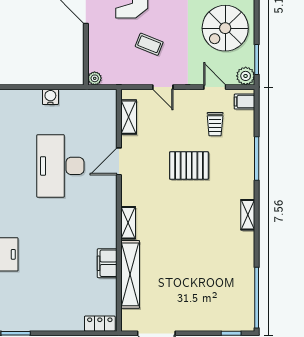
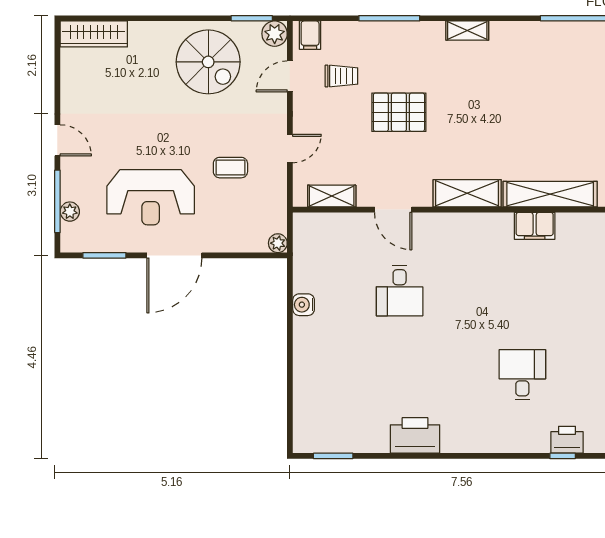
coffee table: (149, 44) -> (230, 168), turned 68
desk: (60, 166) -> (400, 291), width x0.53, depth x0.77
pallet: (189, 166) -> (399, 112), turned 90
shelving: (128, 223) -> (467, 193), width x1.50, depth x1.33

